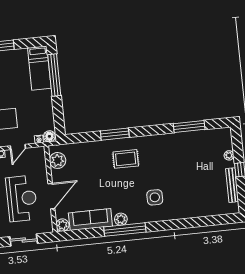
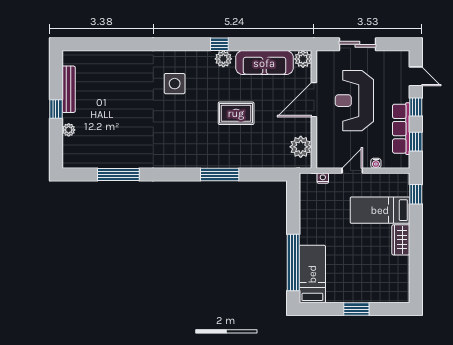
floor lamp: (49, 136) -> (308, 181), removed
rug: (126, 159) -> (236, 113), moved
window: (125, 230) -> (219, 44), width x0.32

